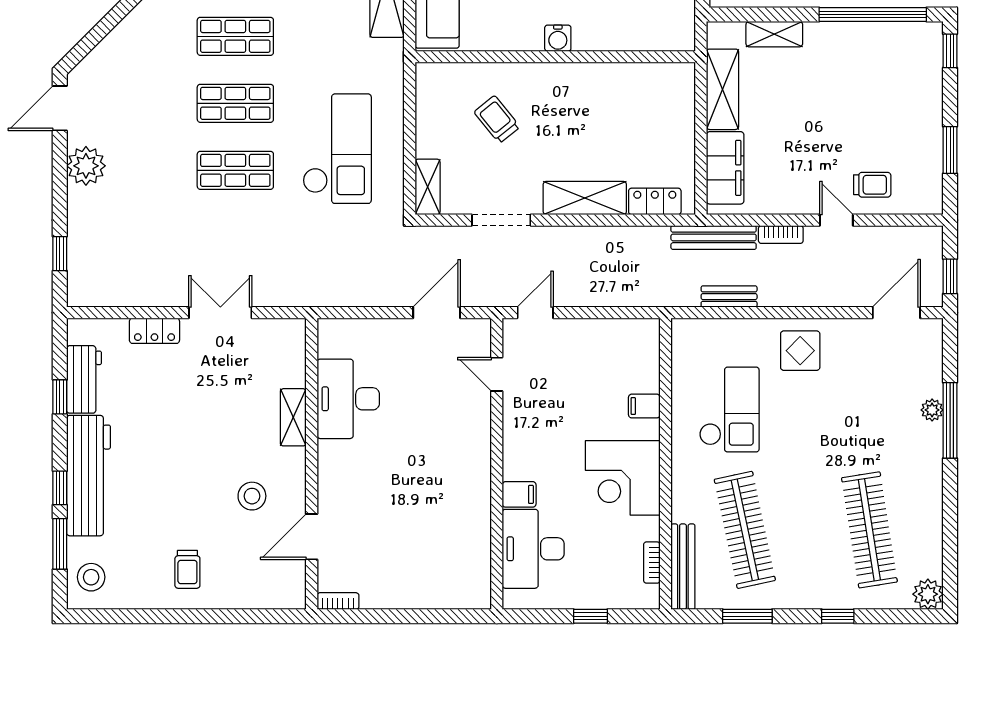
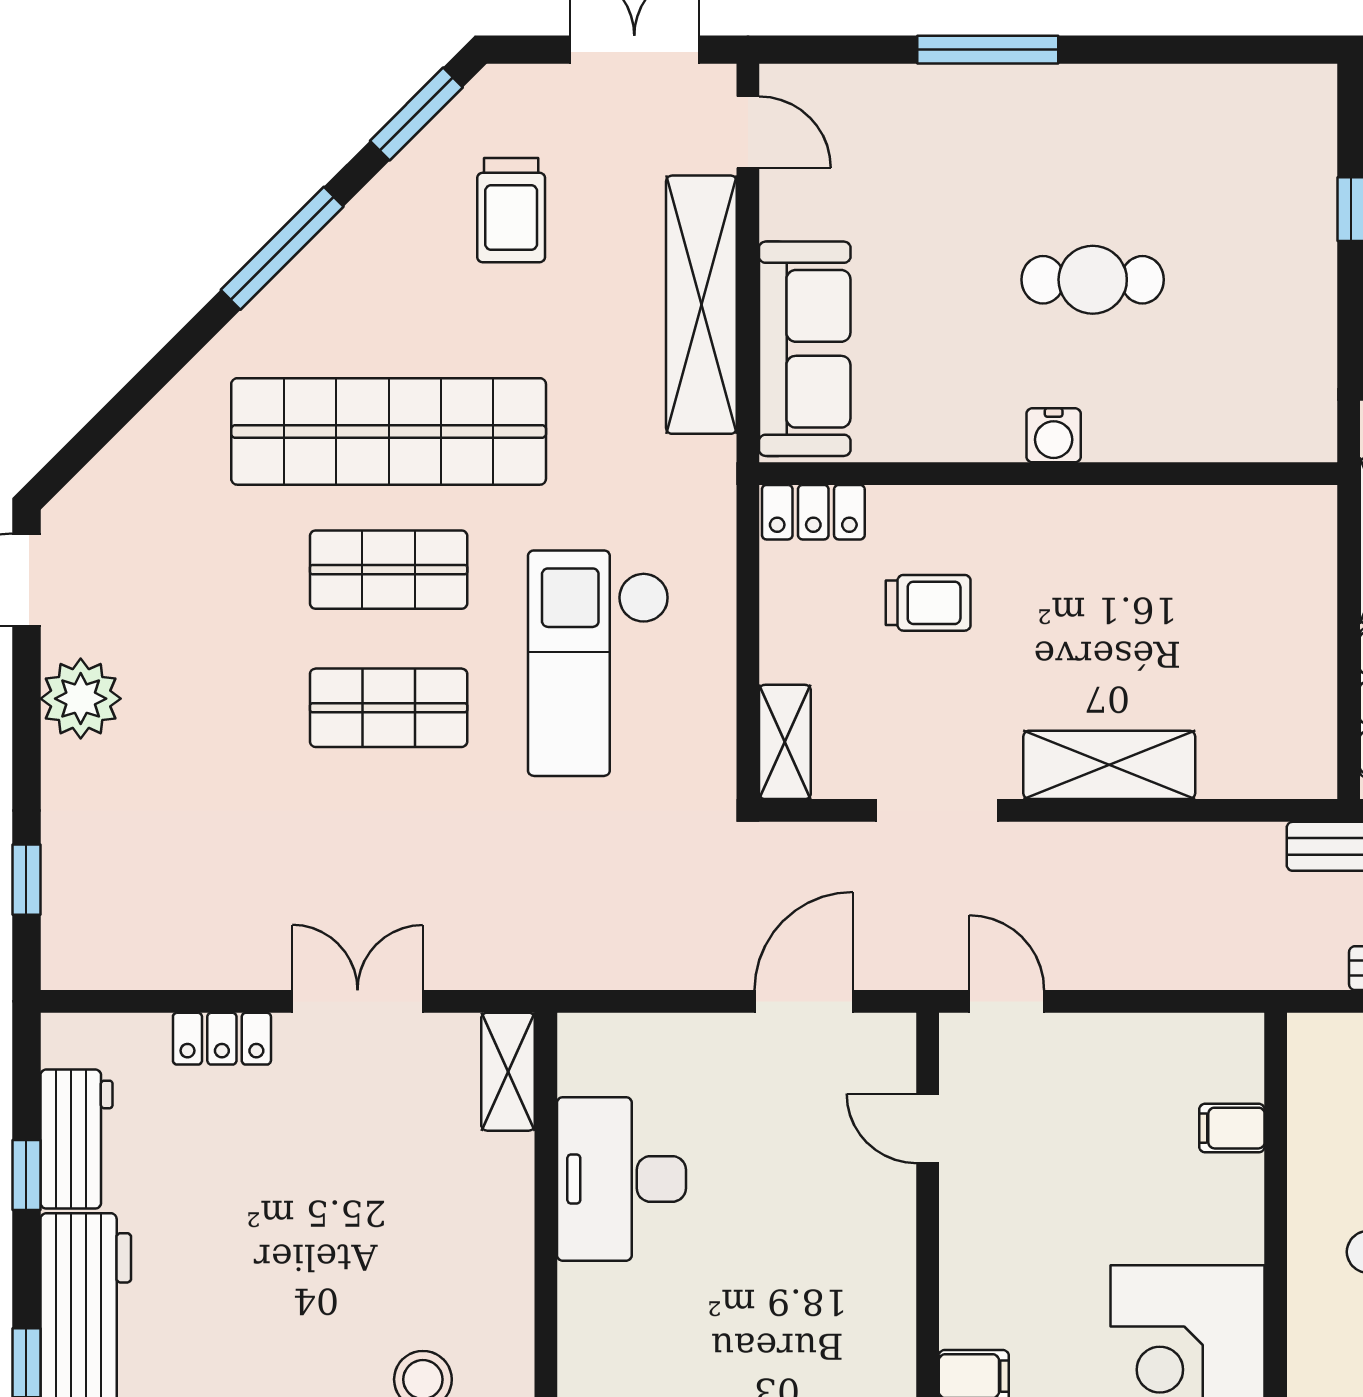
shop shelf: (235, 36) -> (389, 431), width x2.00, depth x1.36
trolley: (497, 119) -> (928, 603), turned 129
checkout: (337, 149) -> (598, 663), turned 180
locker: (655, 201) -> (813, 512), moved, turned 180
door: (535, 313) -> (1007, 1001), hinge flipped
filing cabinet: (644, 406) -> (1232, 1128), moved
shelving: (293, 417) -> (508, 1072), moved

